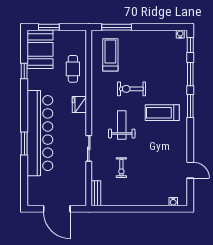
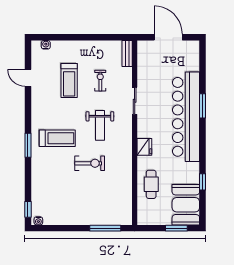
treadmill: (110, 55) -> (69, 80), moved
window: (190, 74) -> (28, 179), removed

